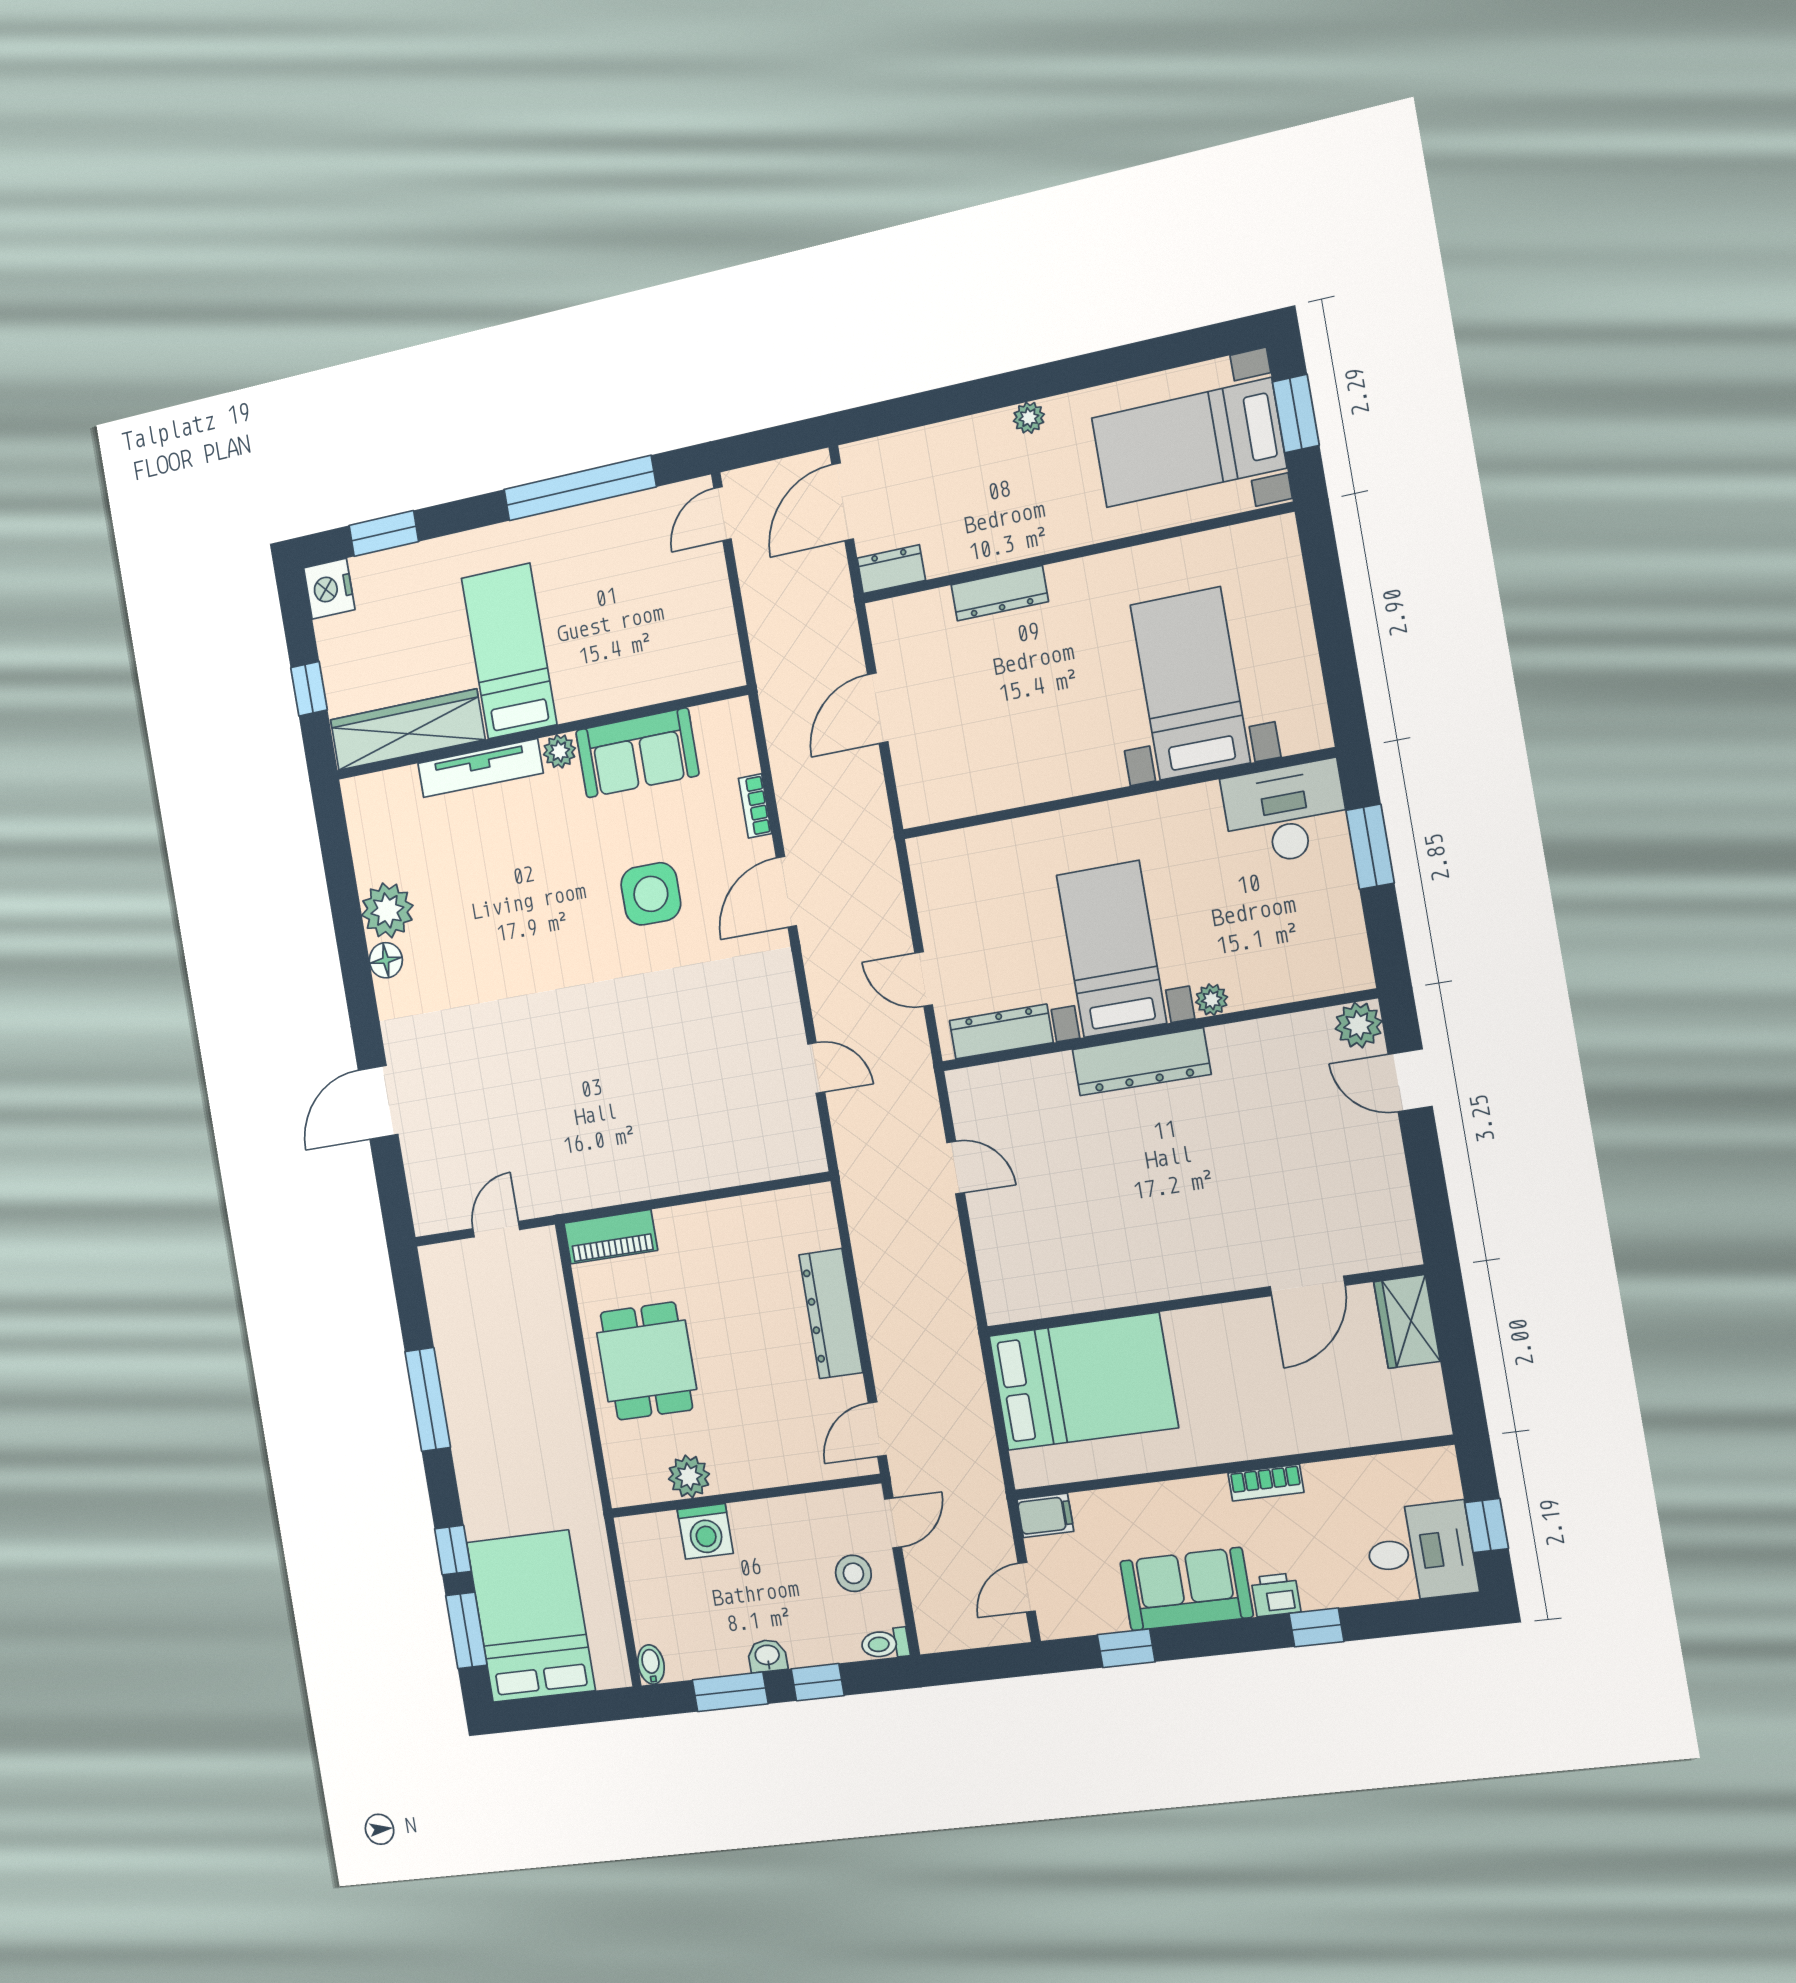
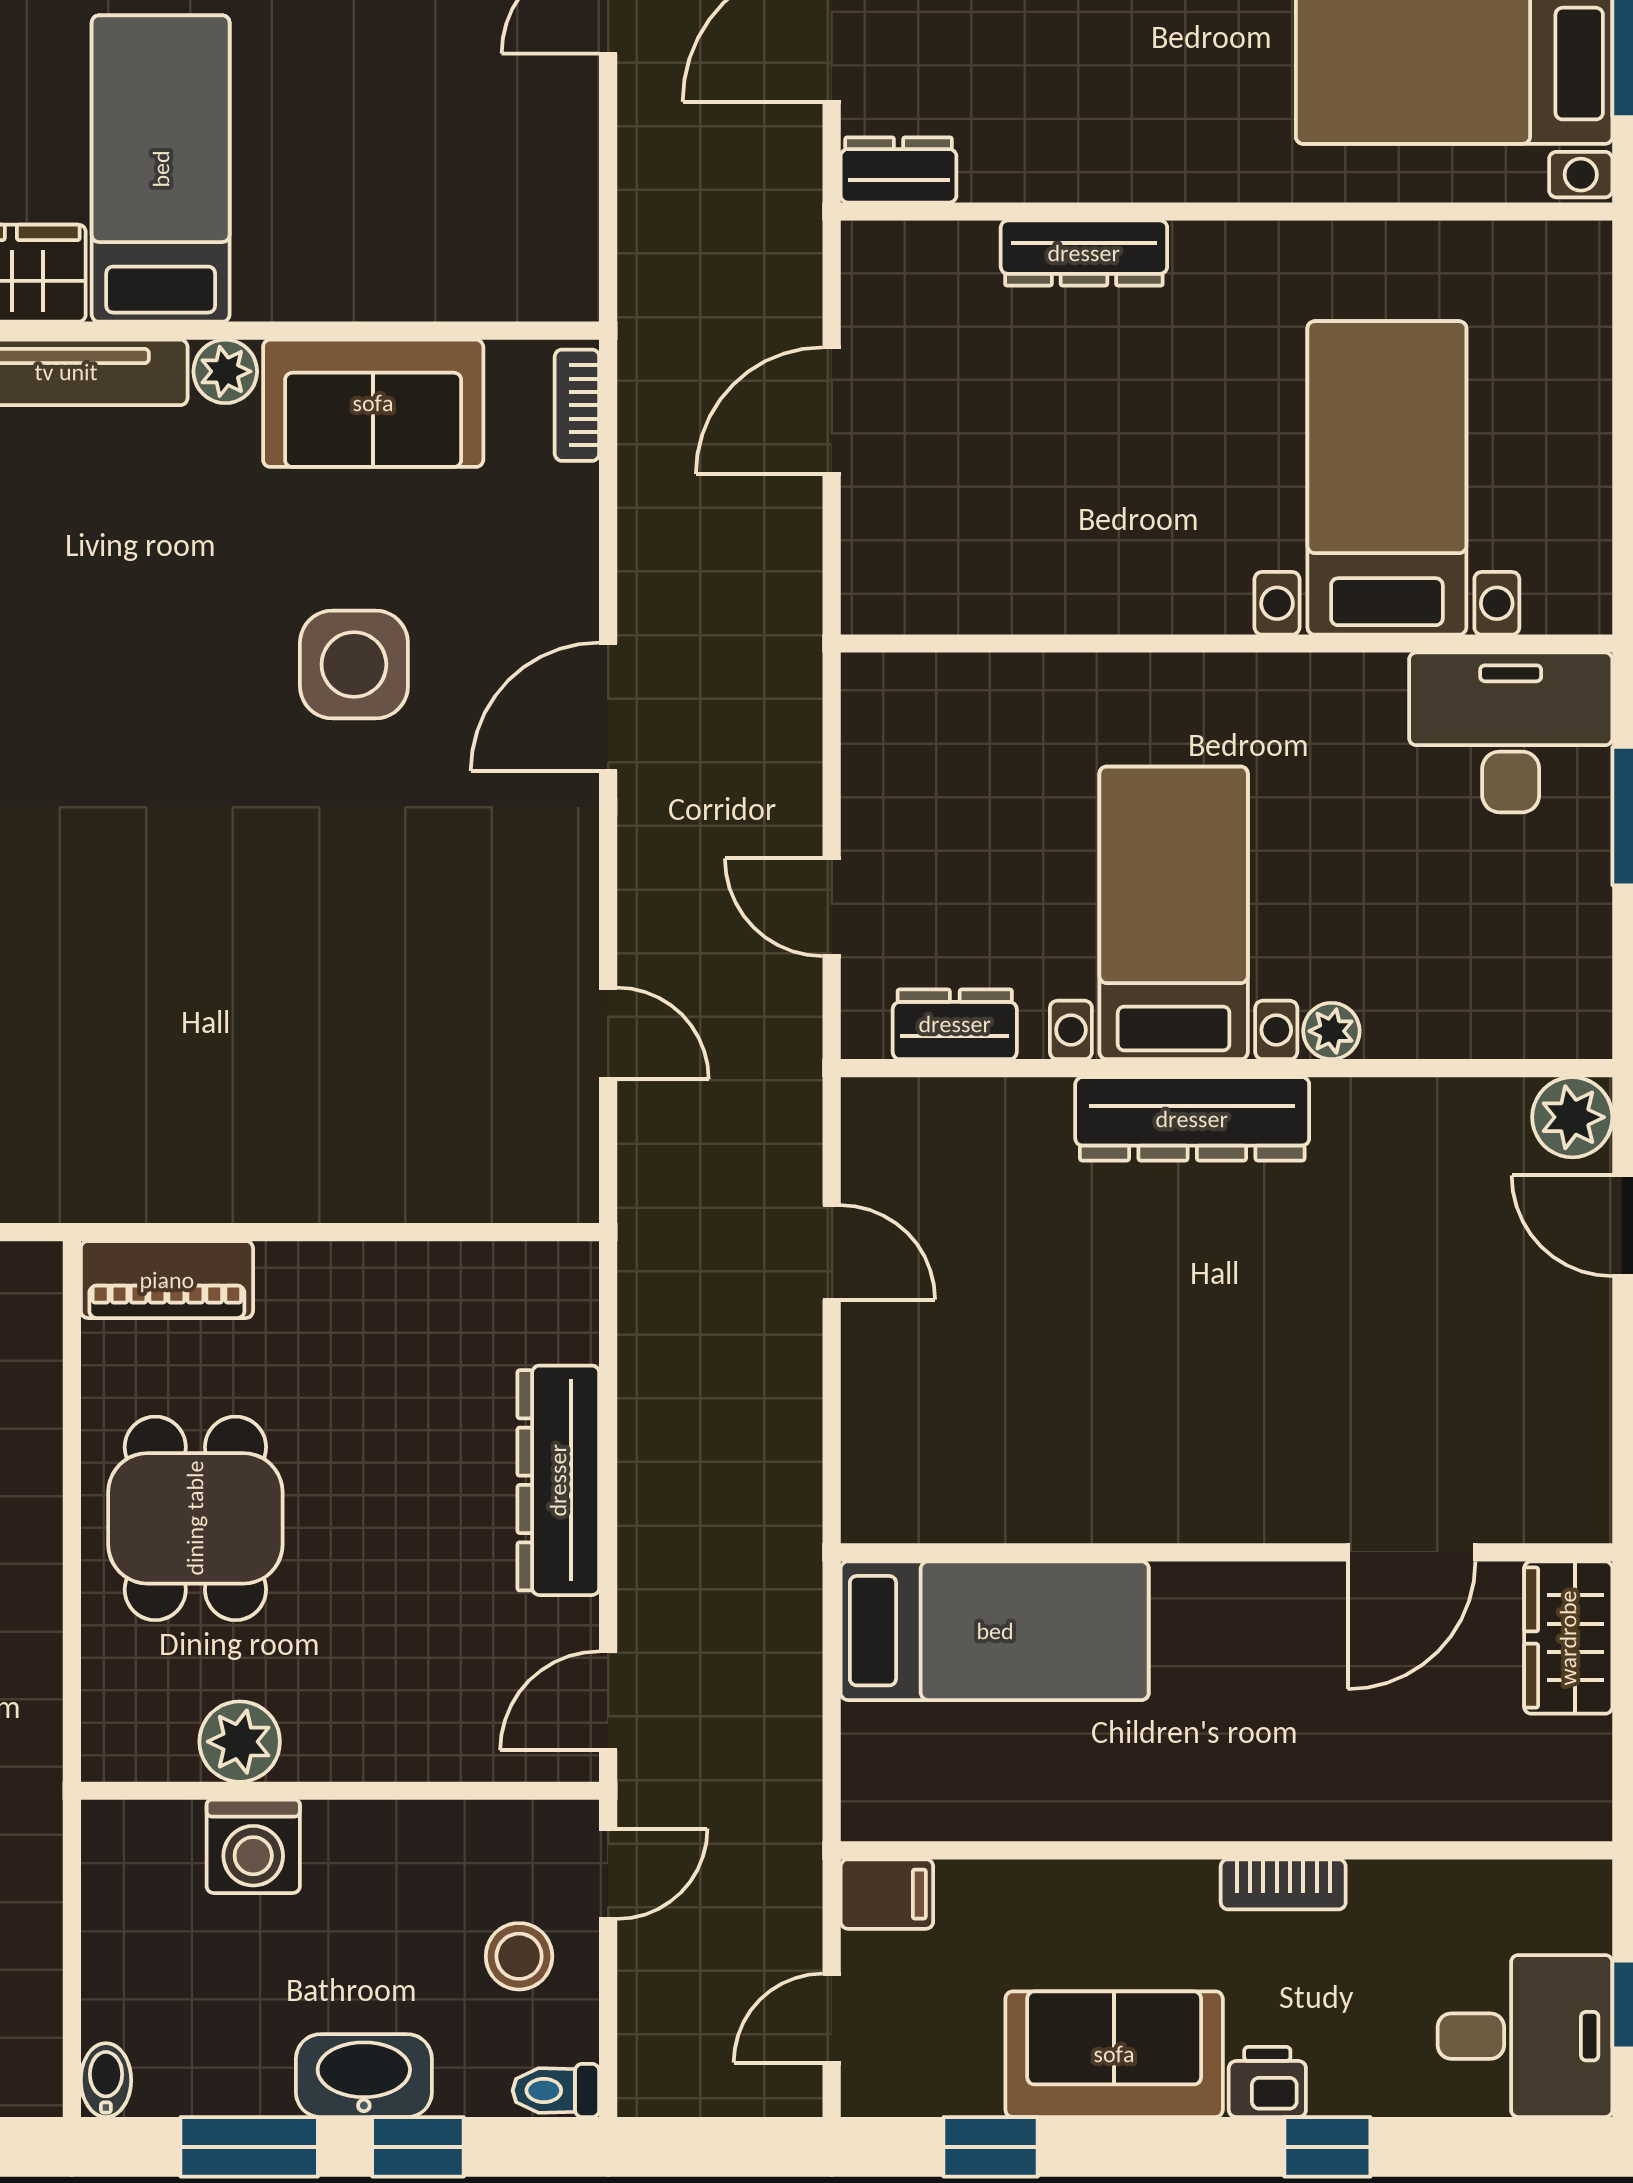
bookcase: (755, 806) -> (577, 405), moved
dresser: (1001, 1032) -> (955, 1024), width x0.70
bed: (1083, 1382) -> (995, 1631), width x0.67
washbasin: (767, 1656) -> (364, 2076), width x1.91, depth x1.45

